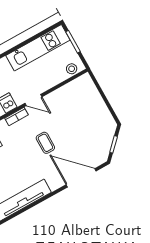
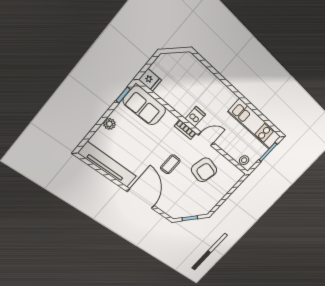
door: (33, 100) -> (206, 139), swing flipped
armchair: (65, 112) -> (204, 170), added
door: (81, 178) -> (141, 199), moved

